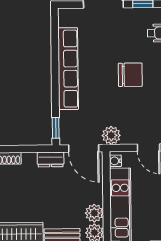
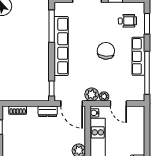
window: (55, 41) -> (52, 26), added
chair: (130, 75) -> (106, 51), turned -85
plant: (128, 138) -> (104, 96), added

